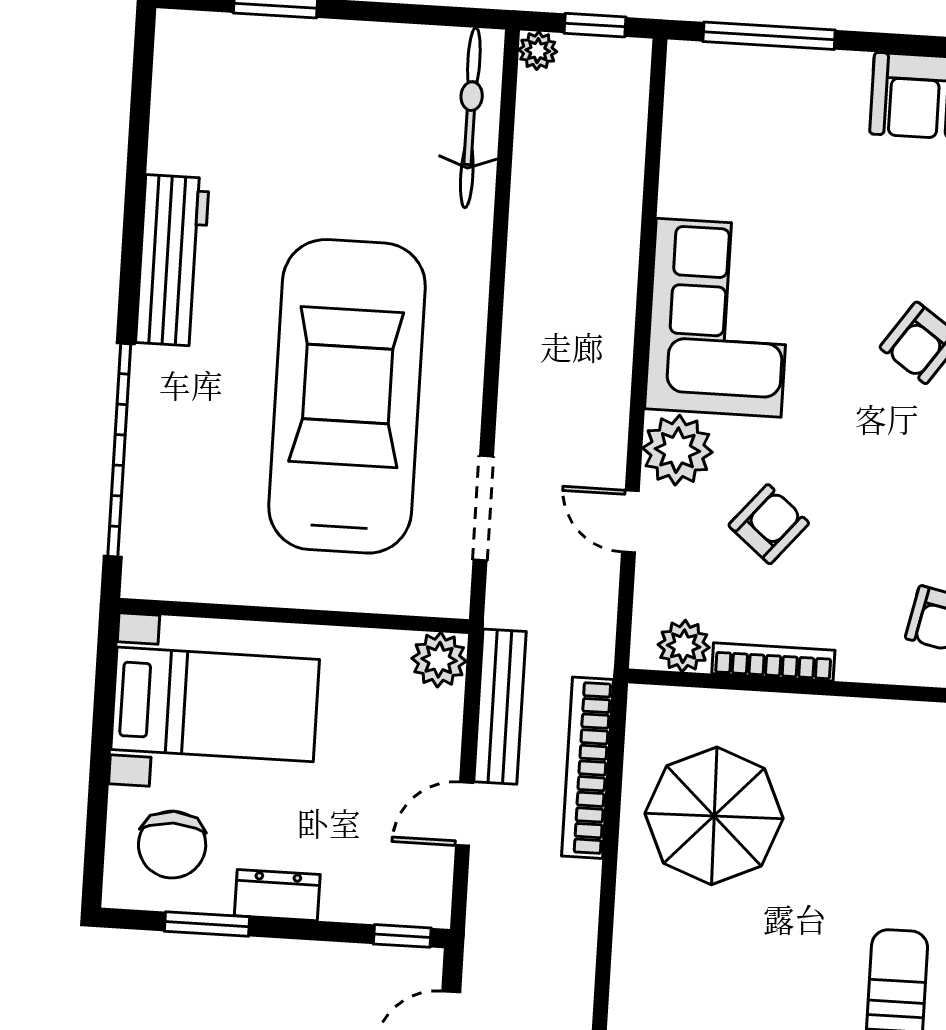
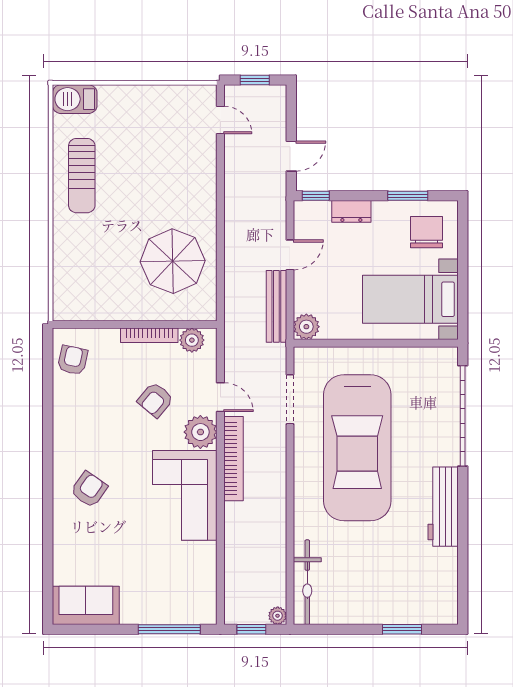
bookcase: (588, 768) -> (234, 459), moved
dresser: (277, 895) -> (351, 211), moved

